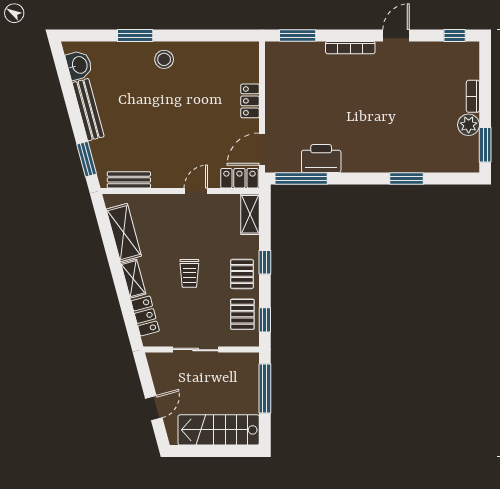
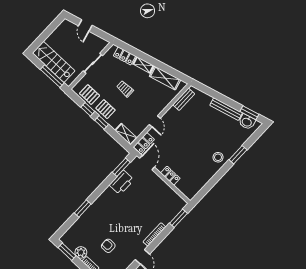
armchair: (425, 96) -> (108, 246), added
window: (87, 159) -> (249, 113), moved
window: (301, 178) -> (121, 167), width x0.69
window: (265, 320) -> (88, 109), moved
stairs: (219, 430) -> (54, 62), moved, turned -90

